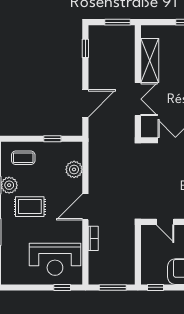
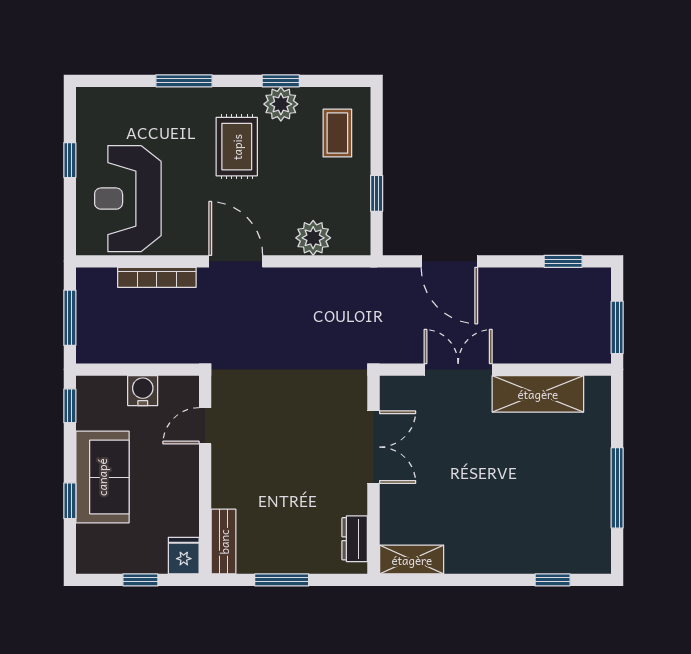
double door: (138, 99) -> (458, 370), swing flipped
bookcase: (93, 238) -> (157, 277), width x1.56
water cooler: (148, 252) -> (143, 391), added
window: (62, 287) -> (70, 160), moved

